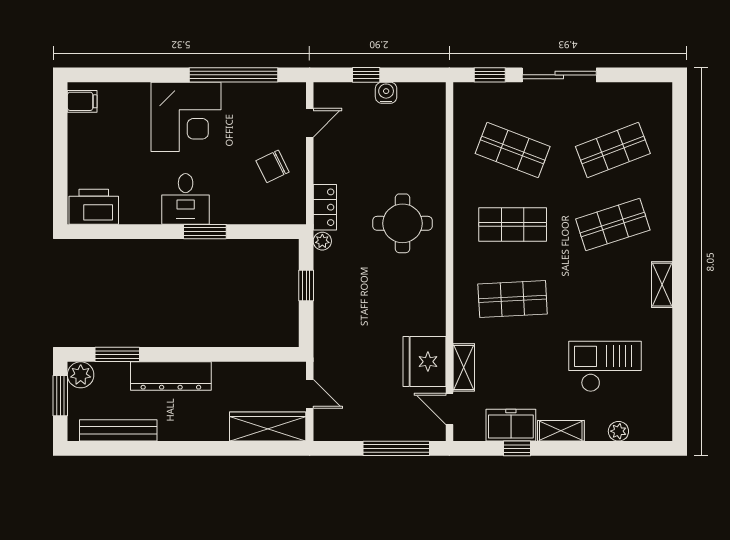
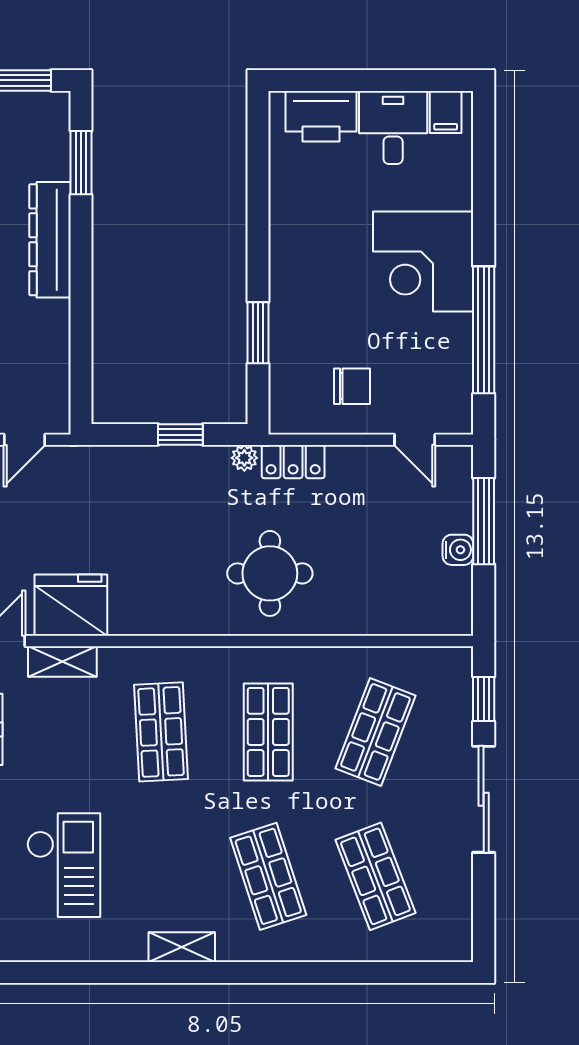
window: (366, 75) -> (484, 521), width x2.17
chair: (273, 166) -> (352, 386), turned 116
desk: (186, 199) -> (393, 128), moved, turned 90
printer: (94, 207) -> (321, 116), moved, turned 90
window: (205, 232) -> (258, 333), moved
plant: (81, 375) -> (52, 110), removed

